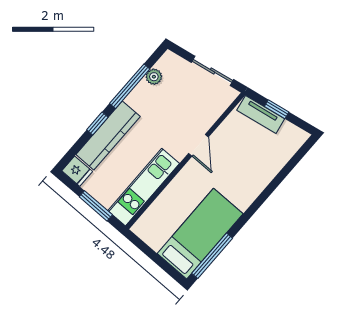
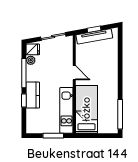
tv unit: (261, 114) -> (94, 36), width x1.41
kitchen counter: (108, 136) -> (33, 95), width x0.67
fridge: (77, 171) -> (33, 49), moved
bed: (200, 234) -> (86, 109), moved

